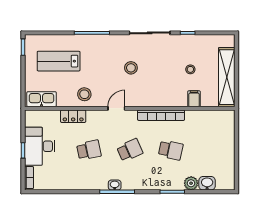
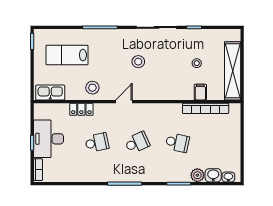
bookcase: (161, 115) -> (206, 108), moved
washbasin: (115, 185) -> (228, 177), moved

